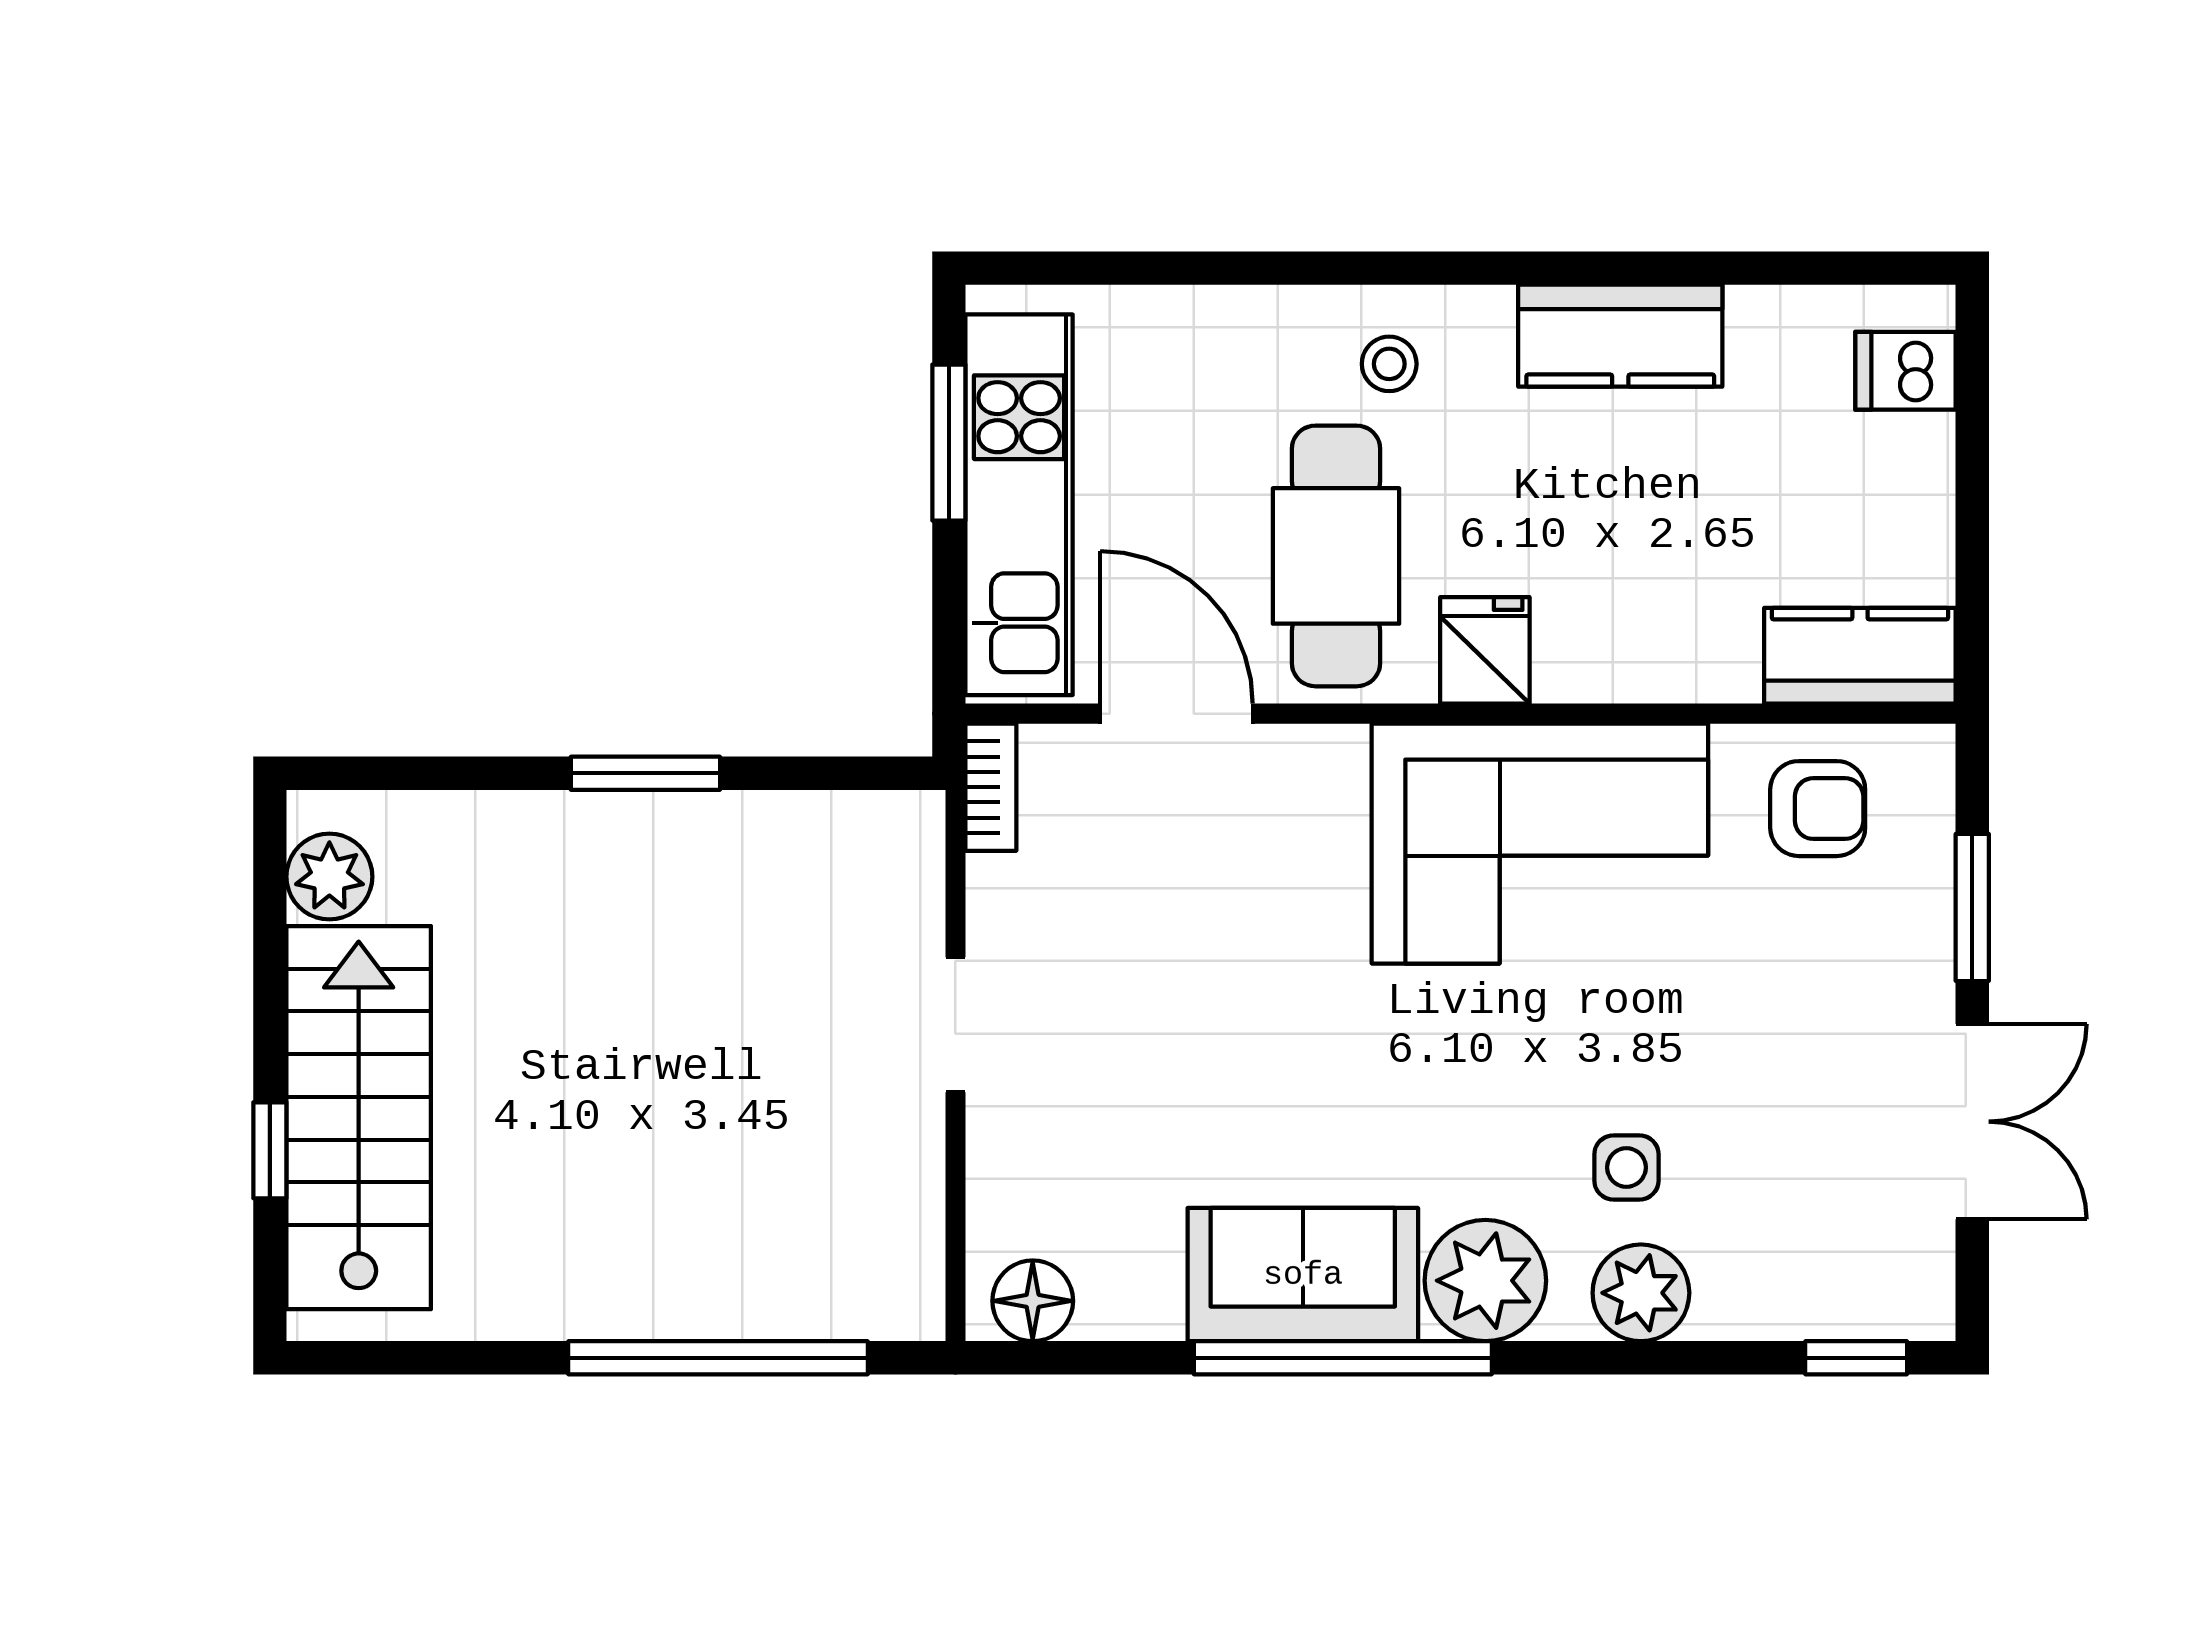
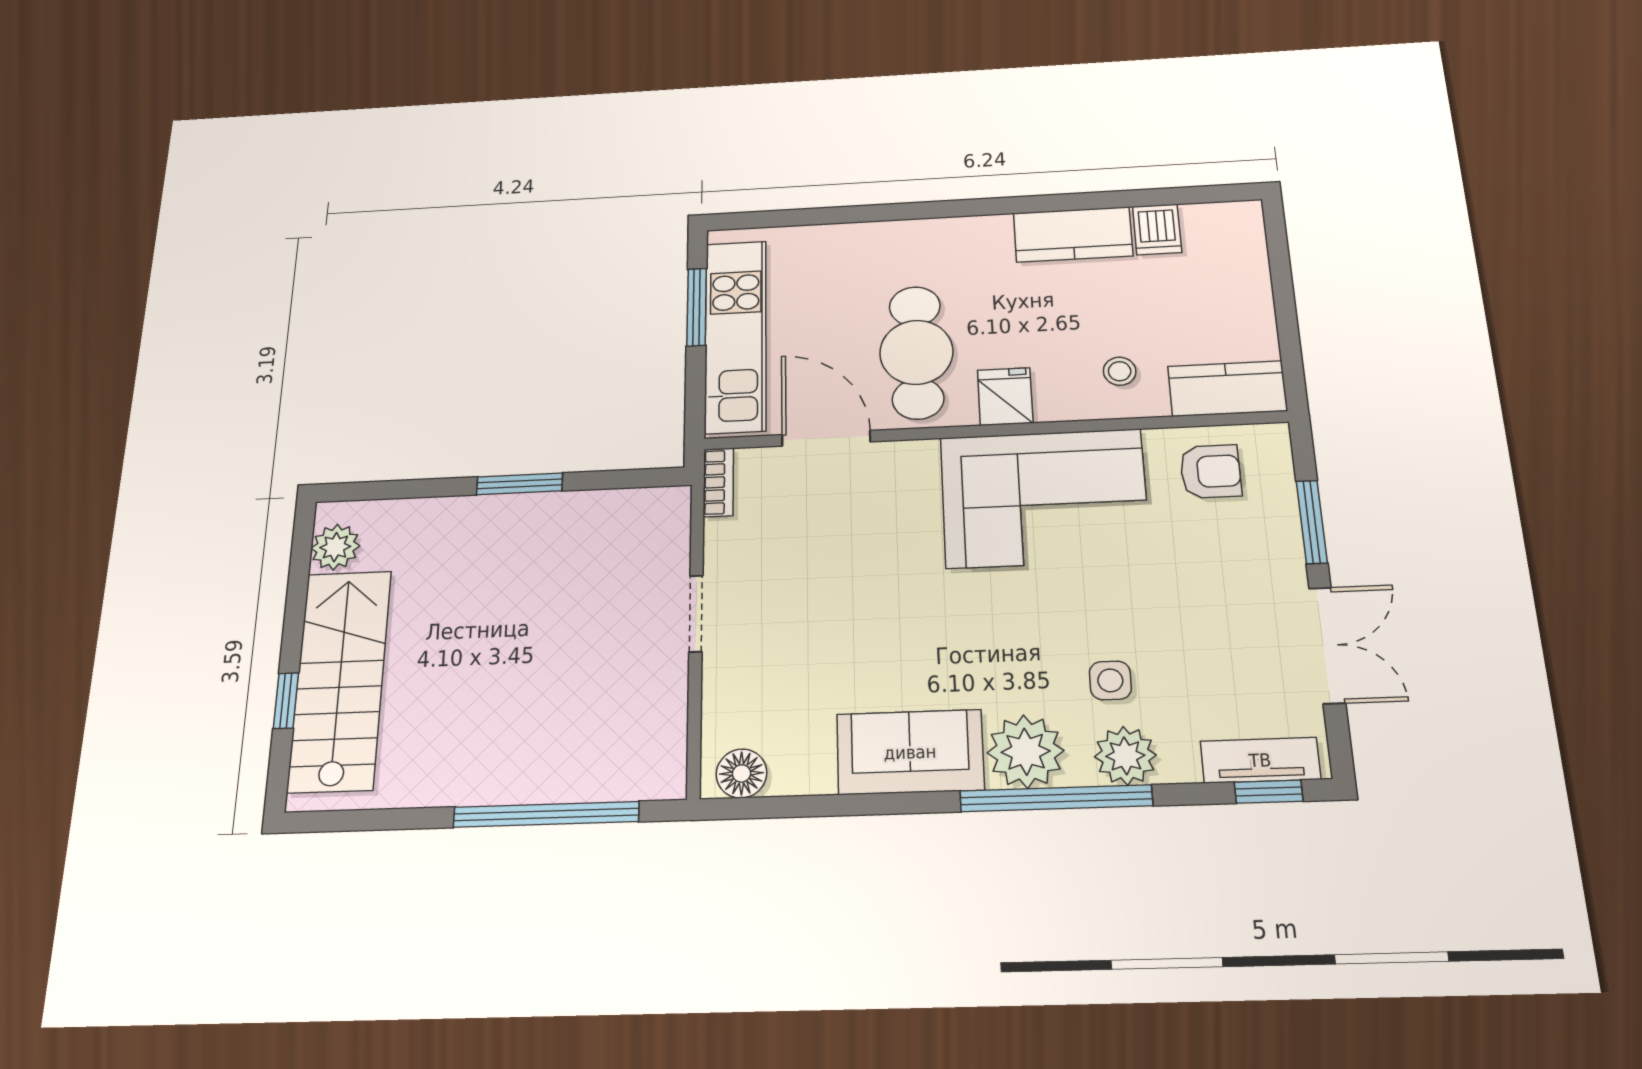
stool: (1389, 364) -> (1120, 371), moved
dishwasher: (1906, 371) -> (1157, 229), moved, turned -90
tv unit: (1849, 1307) -> (1260, 760), added
window: (1343, 1358) -> (1056, 798), moved

